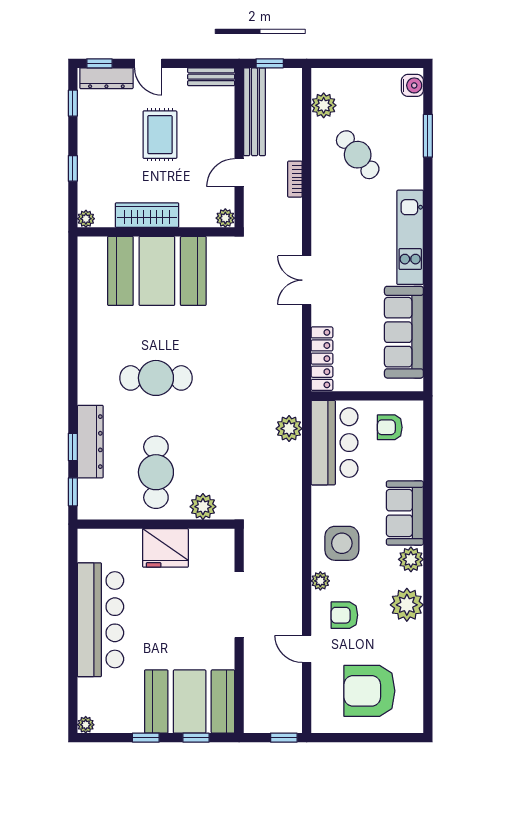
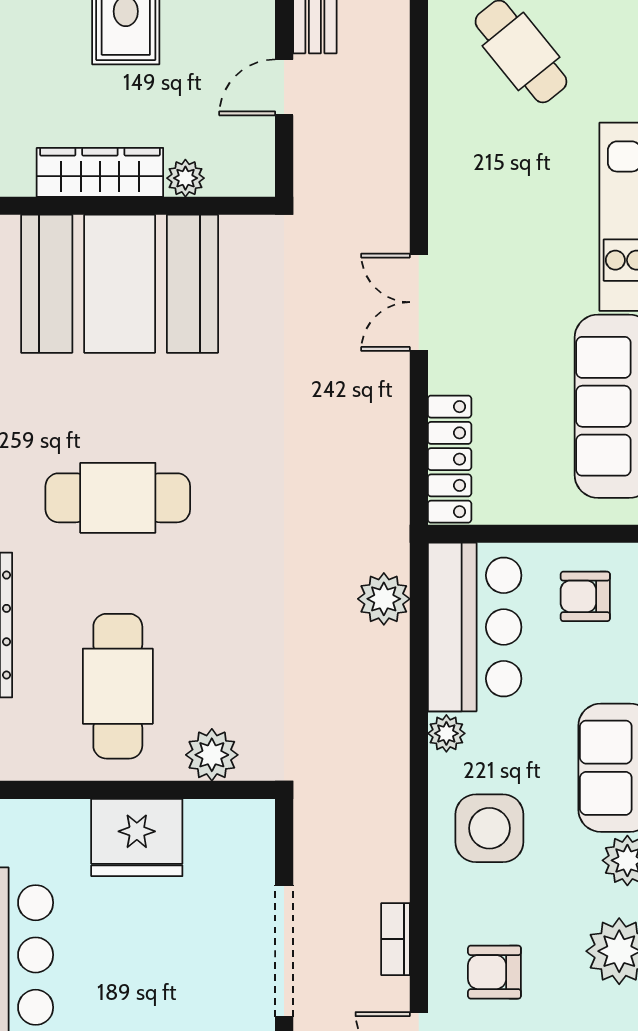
bookcase: (295, 179) -> (395, 939), moved
plant: (225, 218) -> (185, 178), moved
plant: (320, 581) -> (446, 733), moved

